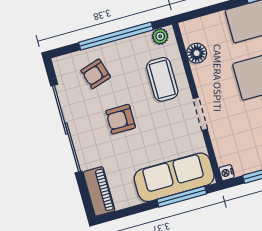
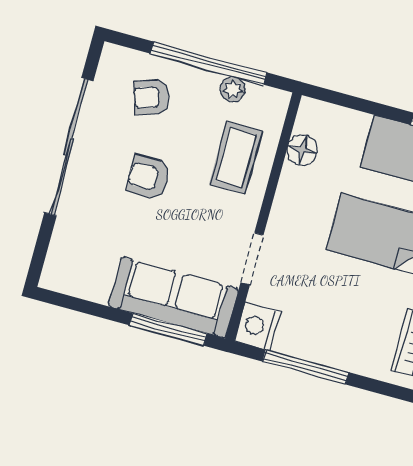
plant: (160, 36) -> (233, 89), moved
doorway: (200, 114) -> (252, 259), moved
nightstand: (227, 173) -> (257, 326), width x1.89, depth x1.79
piano: (99, 191) -> (62, 256), removed

